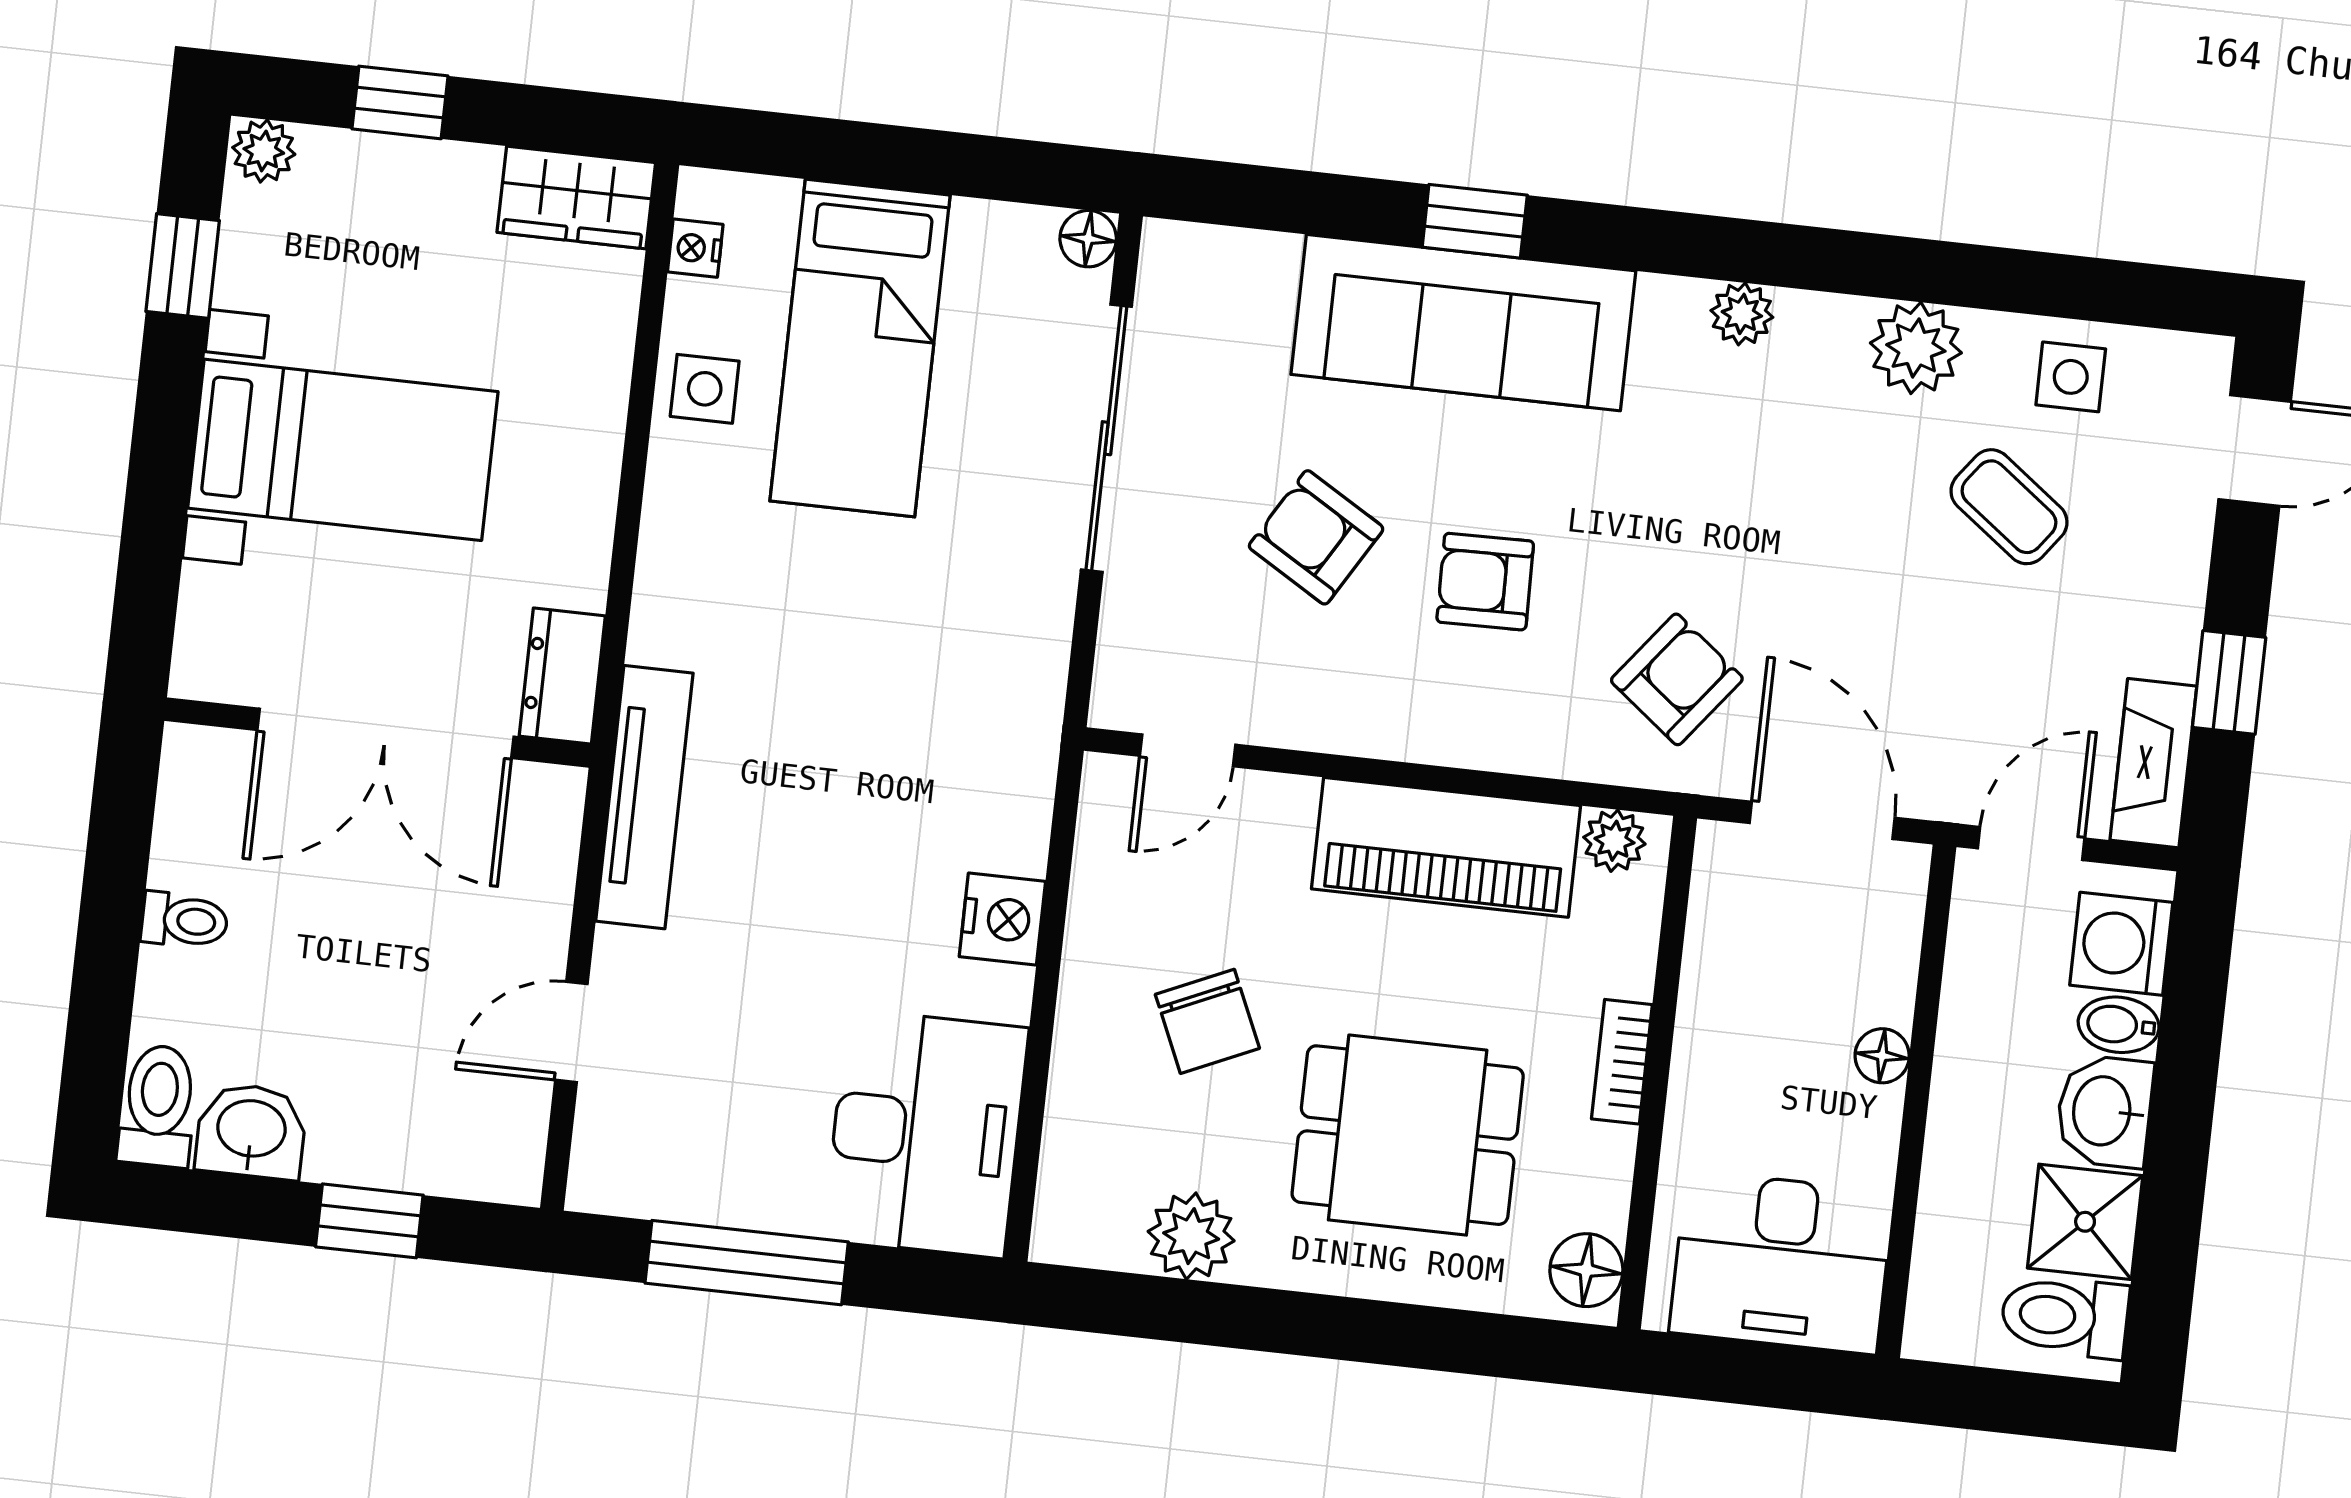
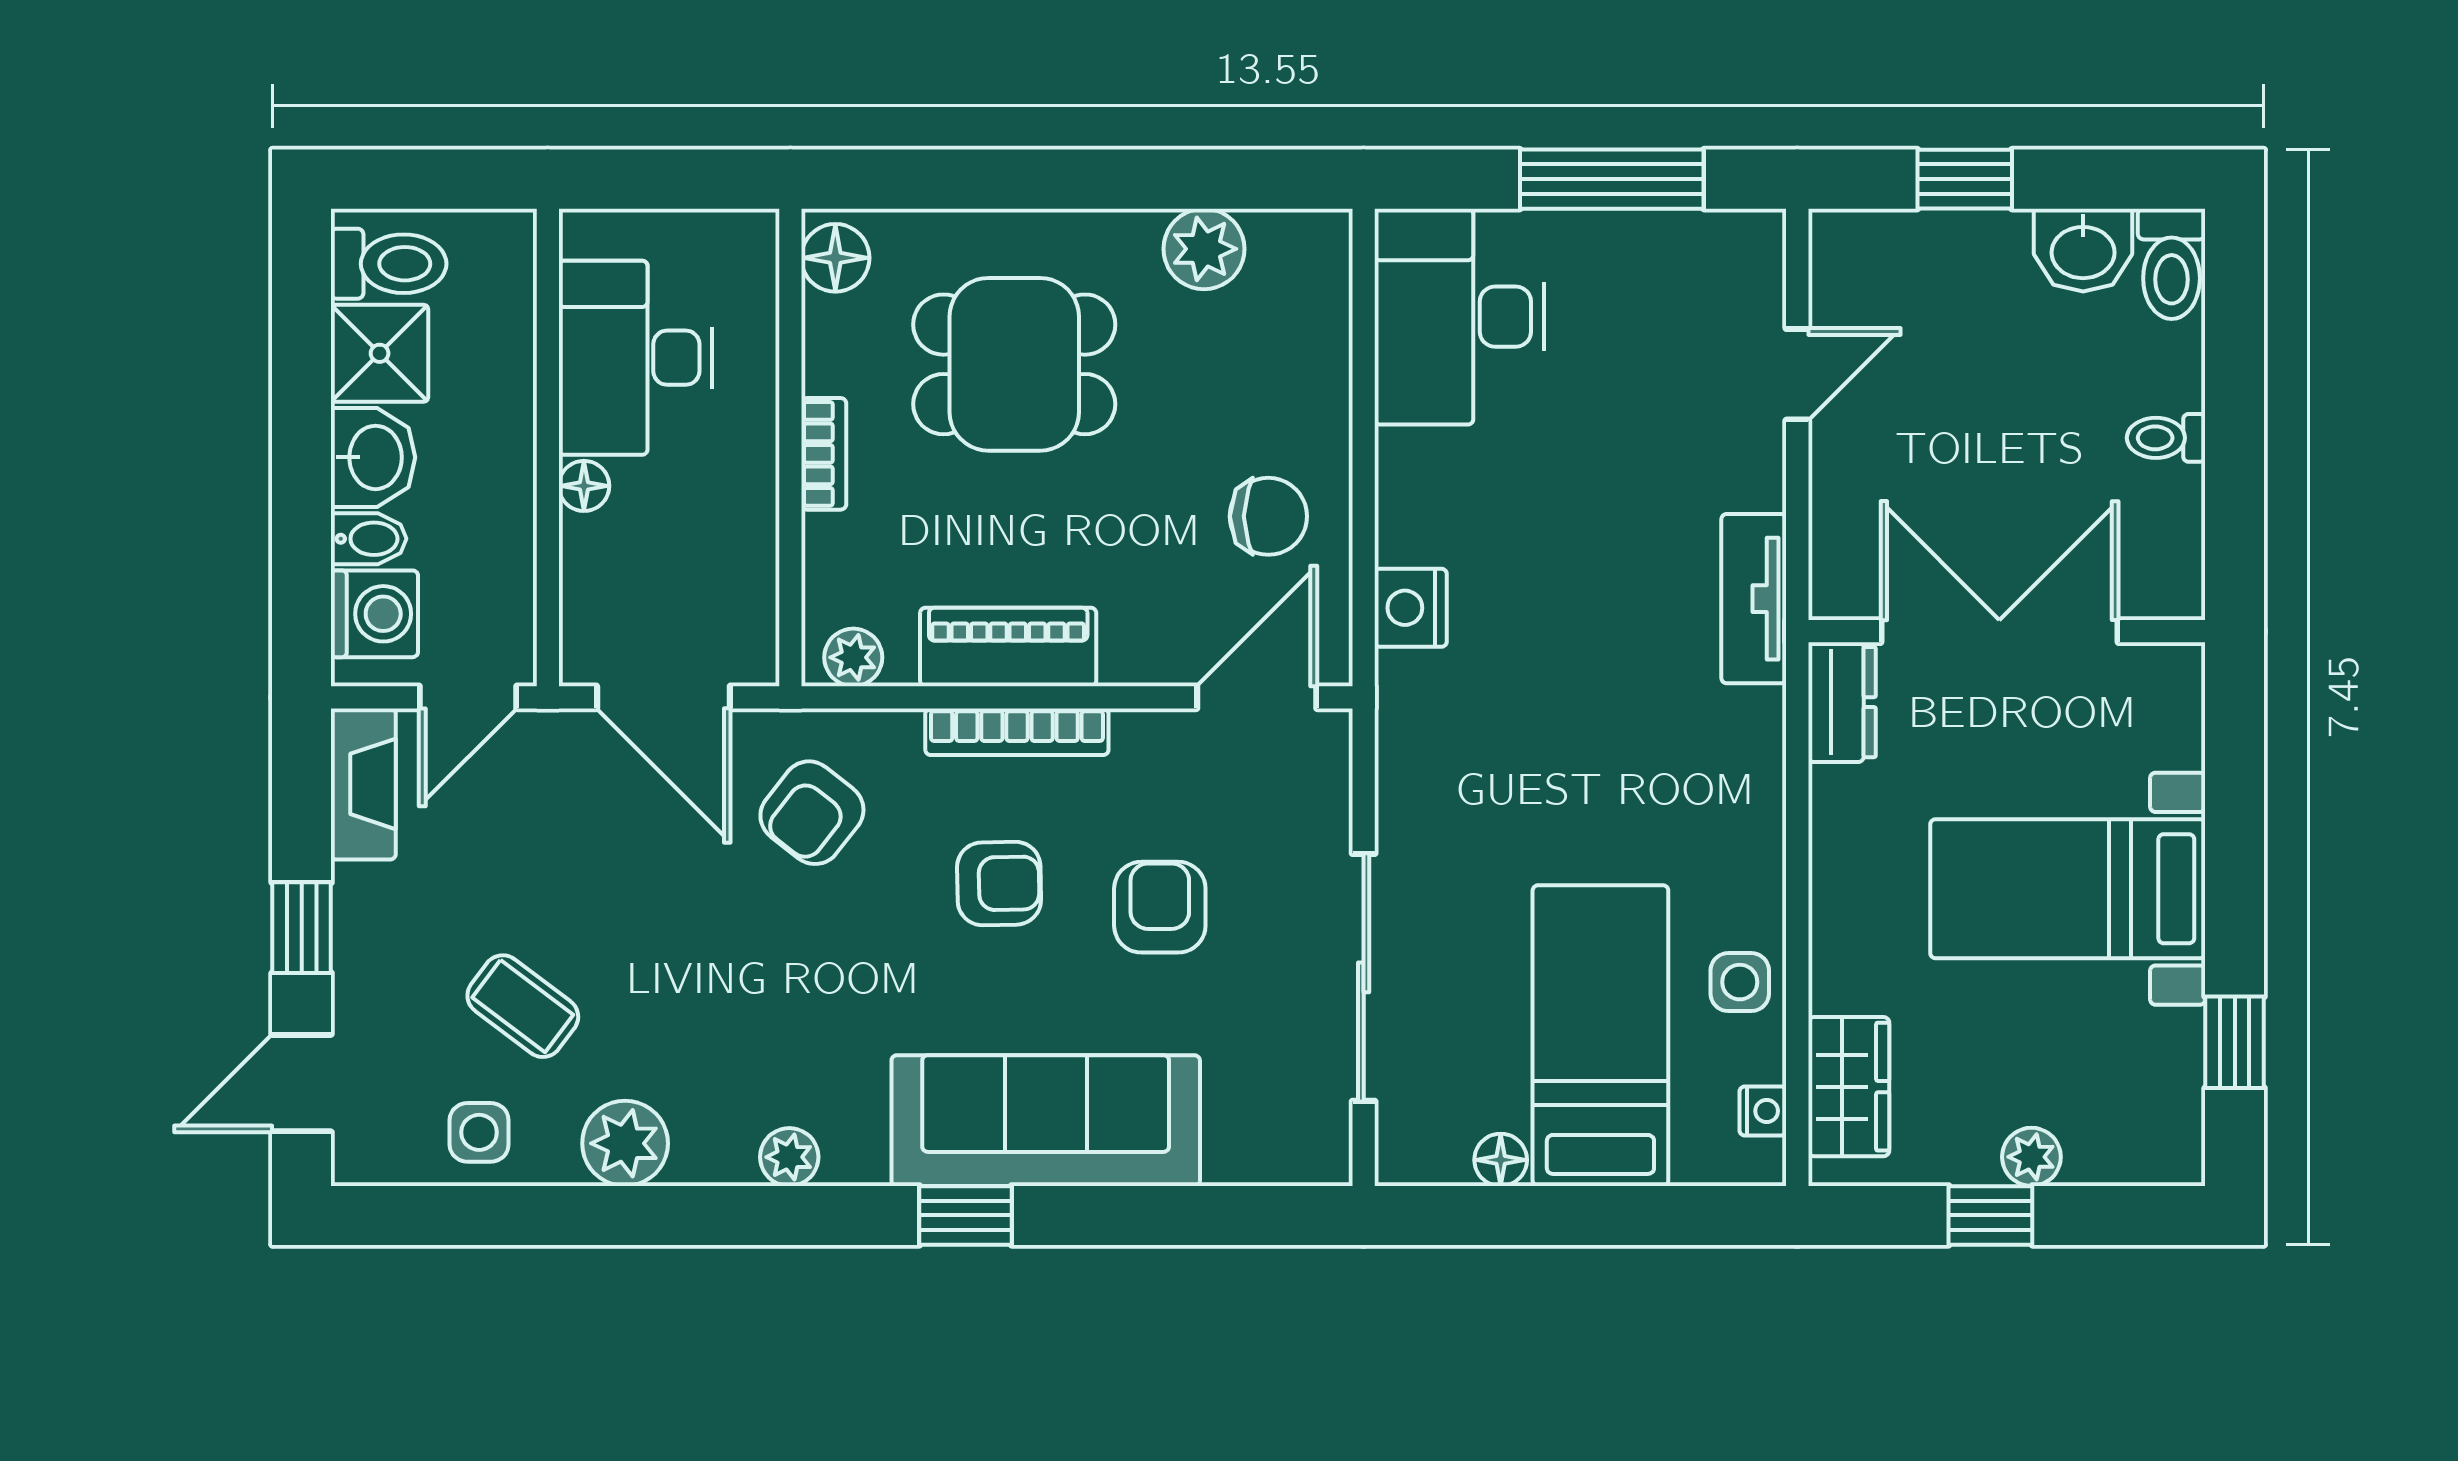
window: (400, 102) -> (1990, 1215), moved
plant: (264, 151) -> (2031, 1157), moved
wardrobe: (576, 198) -> (1849, 1087), moved, turned 90
window: (1475, 221) -> (966, 1215), moved
floor lamp: (1088, 239) -> (1501, 1160), moved
armchair: (1316, 537) -> (1160, 907), turned -121
window: (2229, 682) -> (302, 928), moved
bookcase: (1448, 742) -> (1017, 732), added
door: (1188, 750) -> (1257, 697), width x1.38
tv unit: (644, 797) -> (1754, 599), width x0.71
piano: (1446, 847) -> (1008, 647), width x0.73, depth x0.75
nightstand: (1002, 919) -> (1411, 608), moved
chair: (1207, 1021) -> (1268, 516), moved, turned 114
desk: (1781, 1262) -> (635, 358), moved, turned -90

